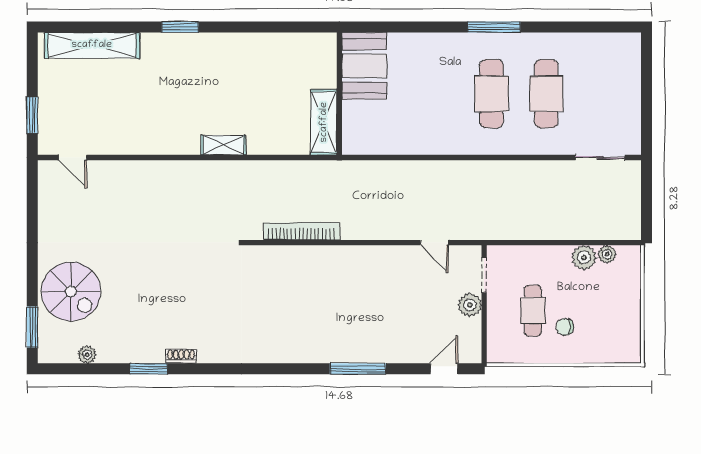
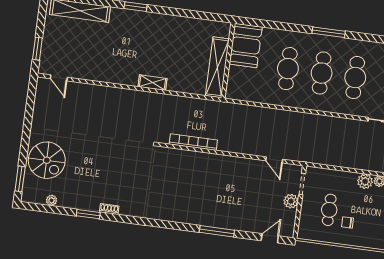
cafe table: (437, 94) -> (288, 69), added
shelving: (324, 122) -> (217, 67), width x1.47

